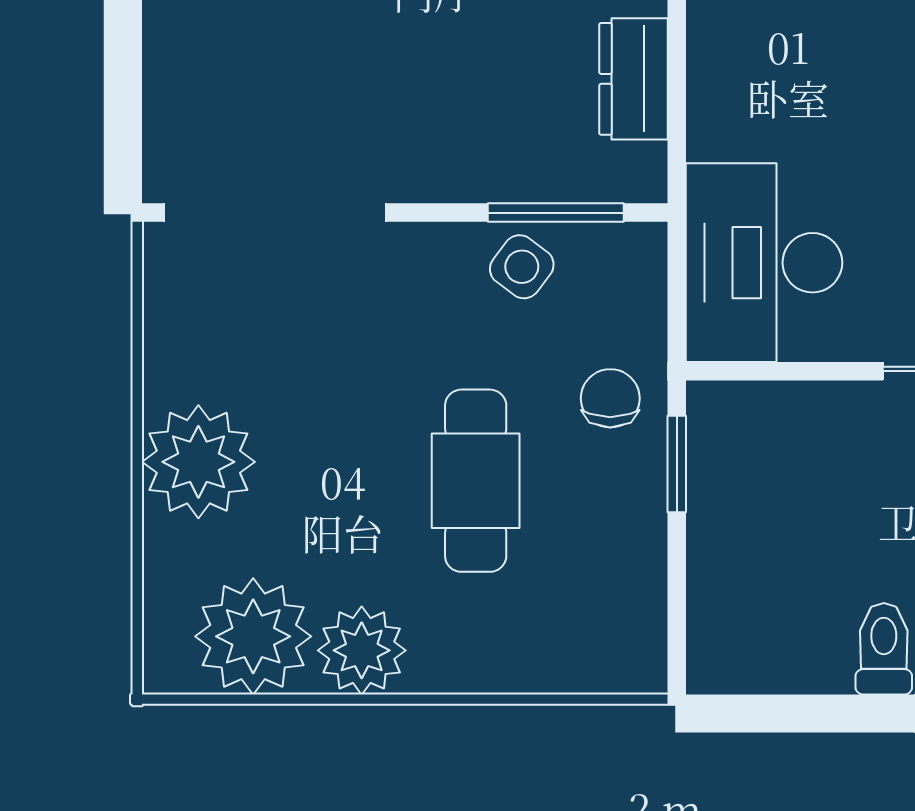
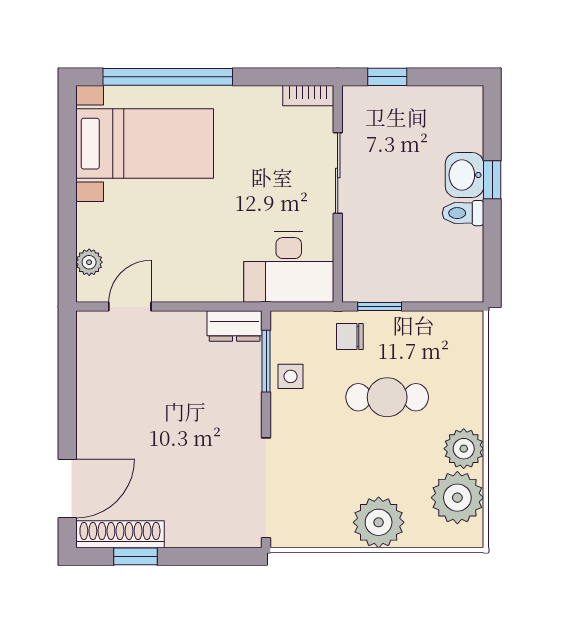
dresser: (634, 79) -> (235, 326), moved
side table: (522, 267) -> (291, 376), turned -37

